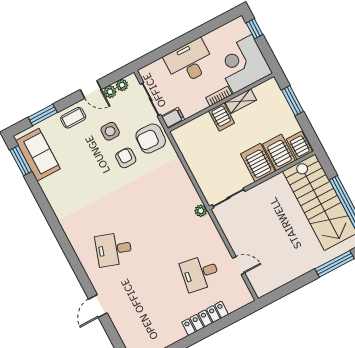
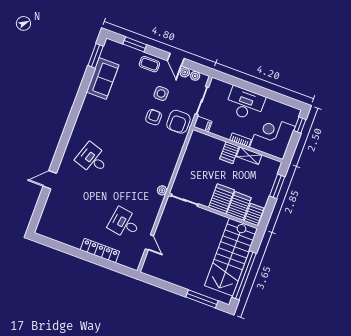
armchair: (151, 139) -> (178, 122), turned -92
sofa: (38, 155) -> (103, 78), moved

